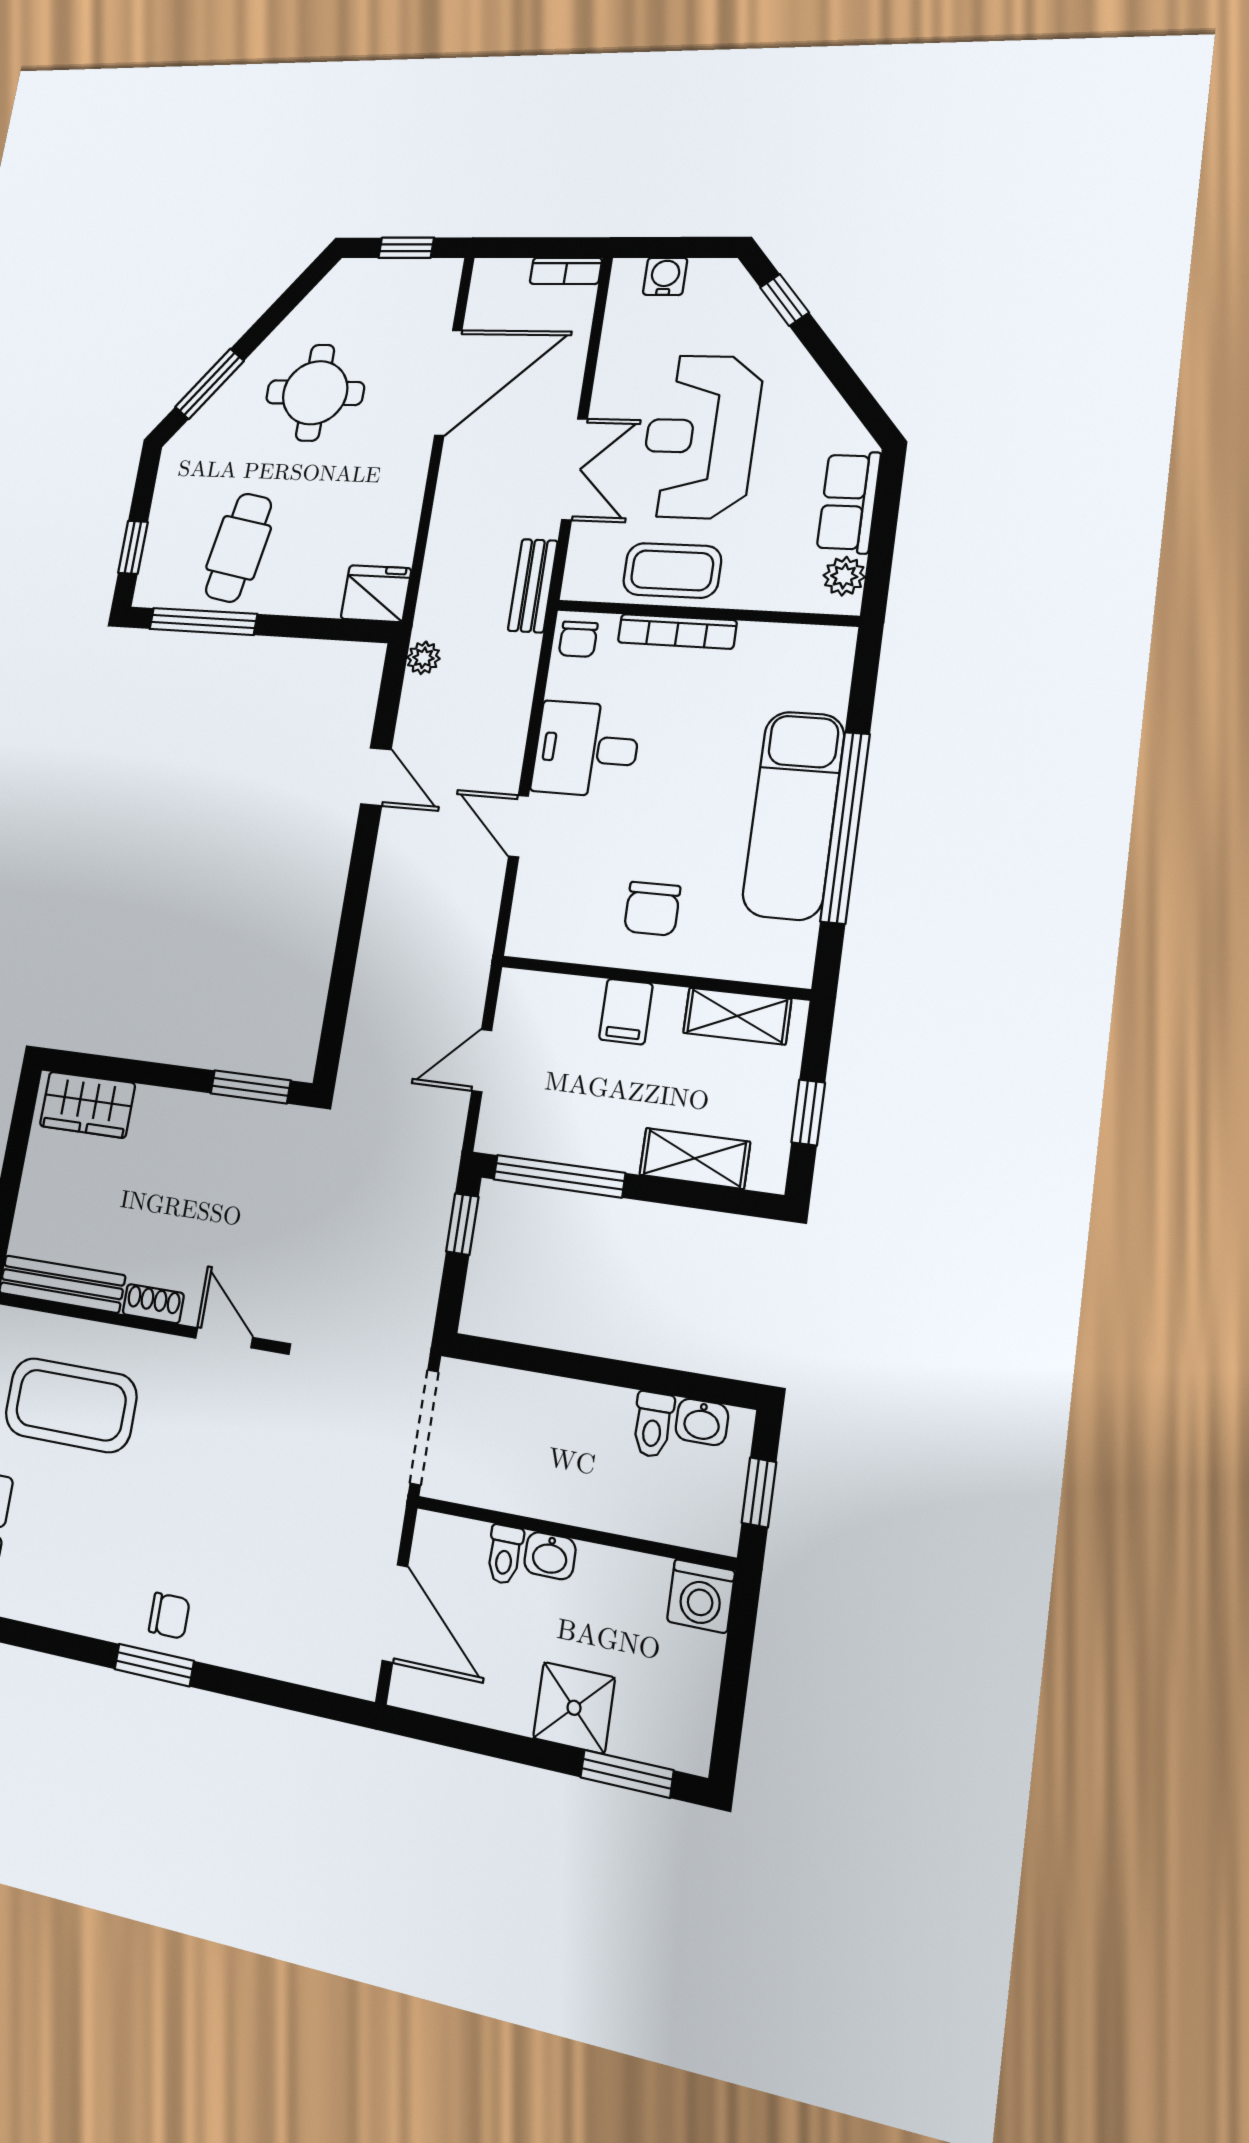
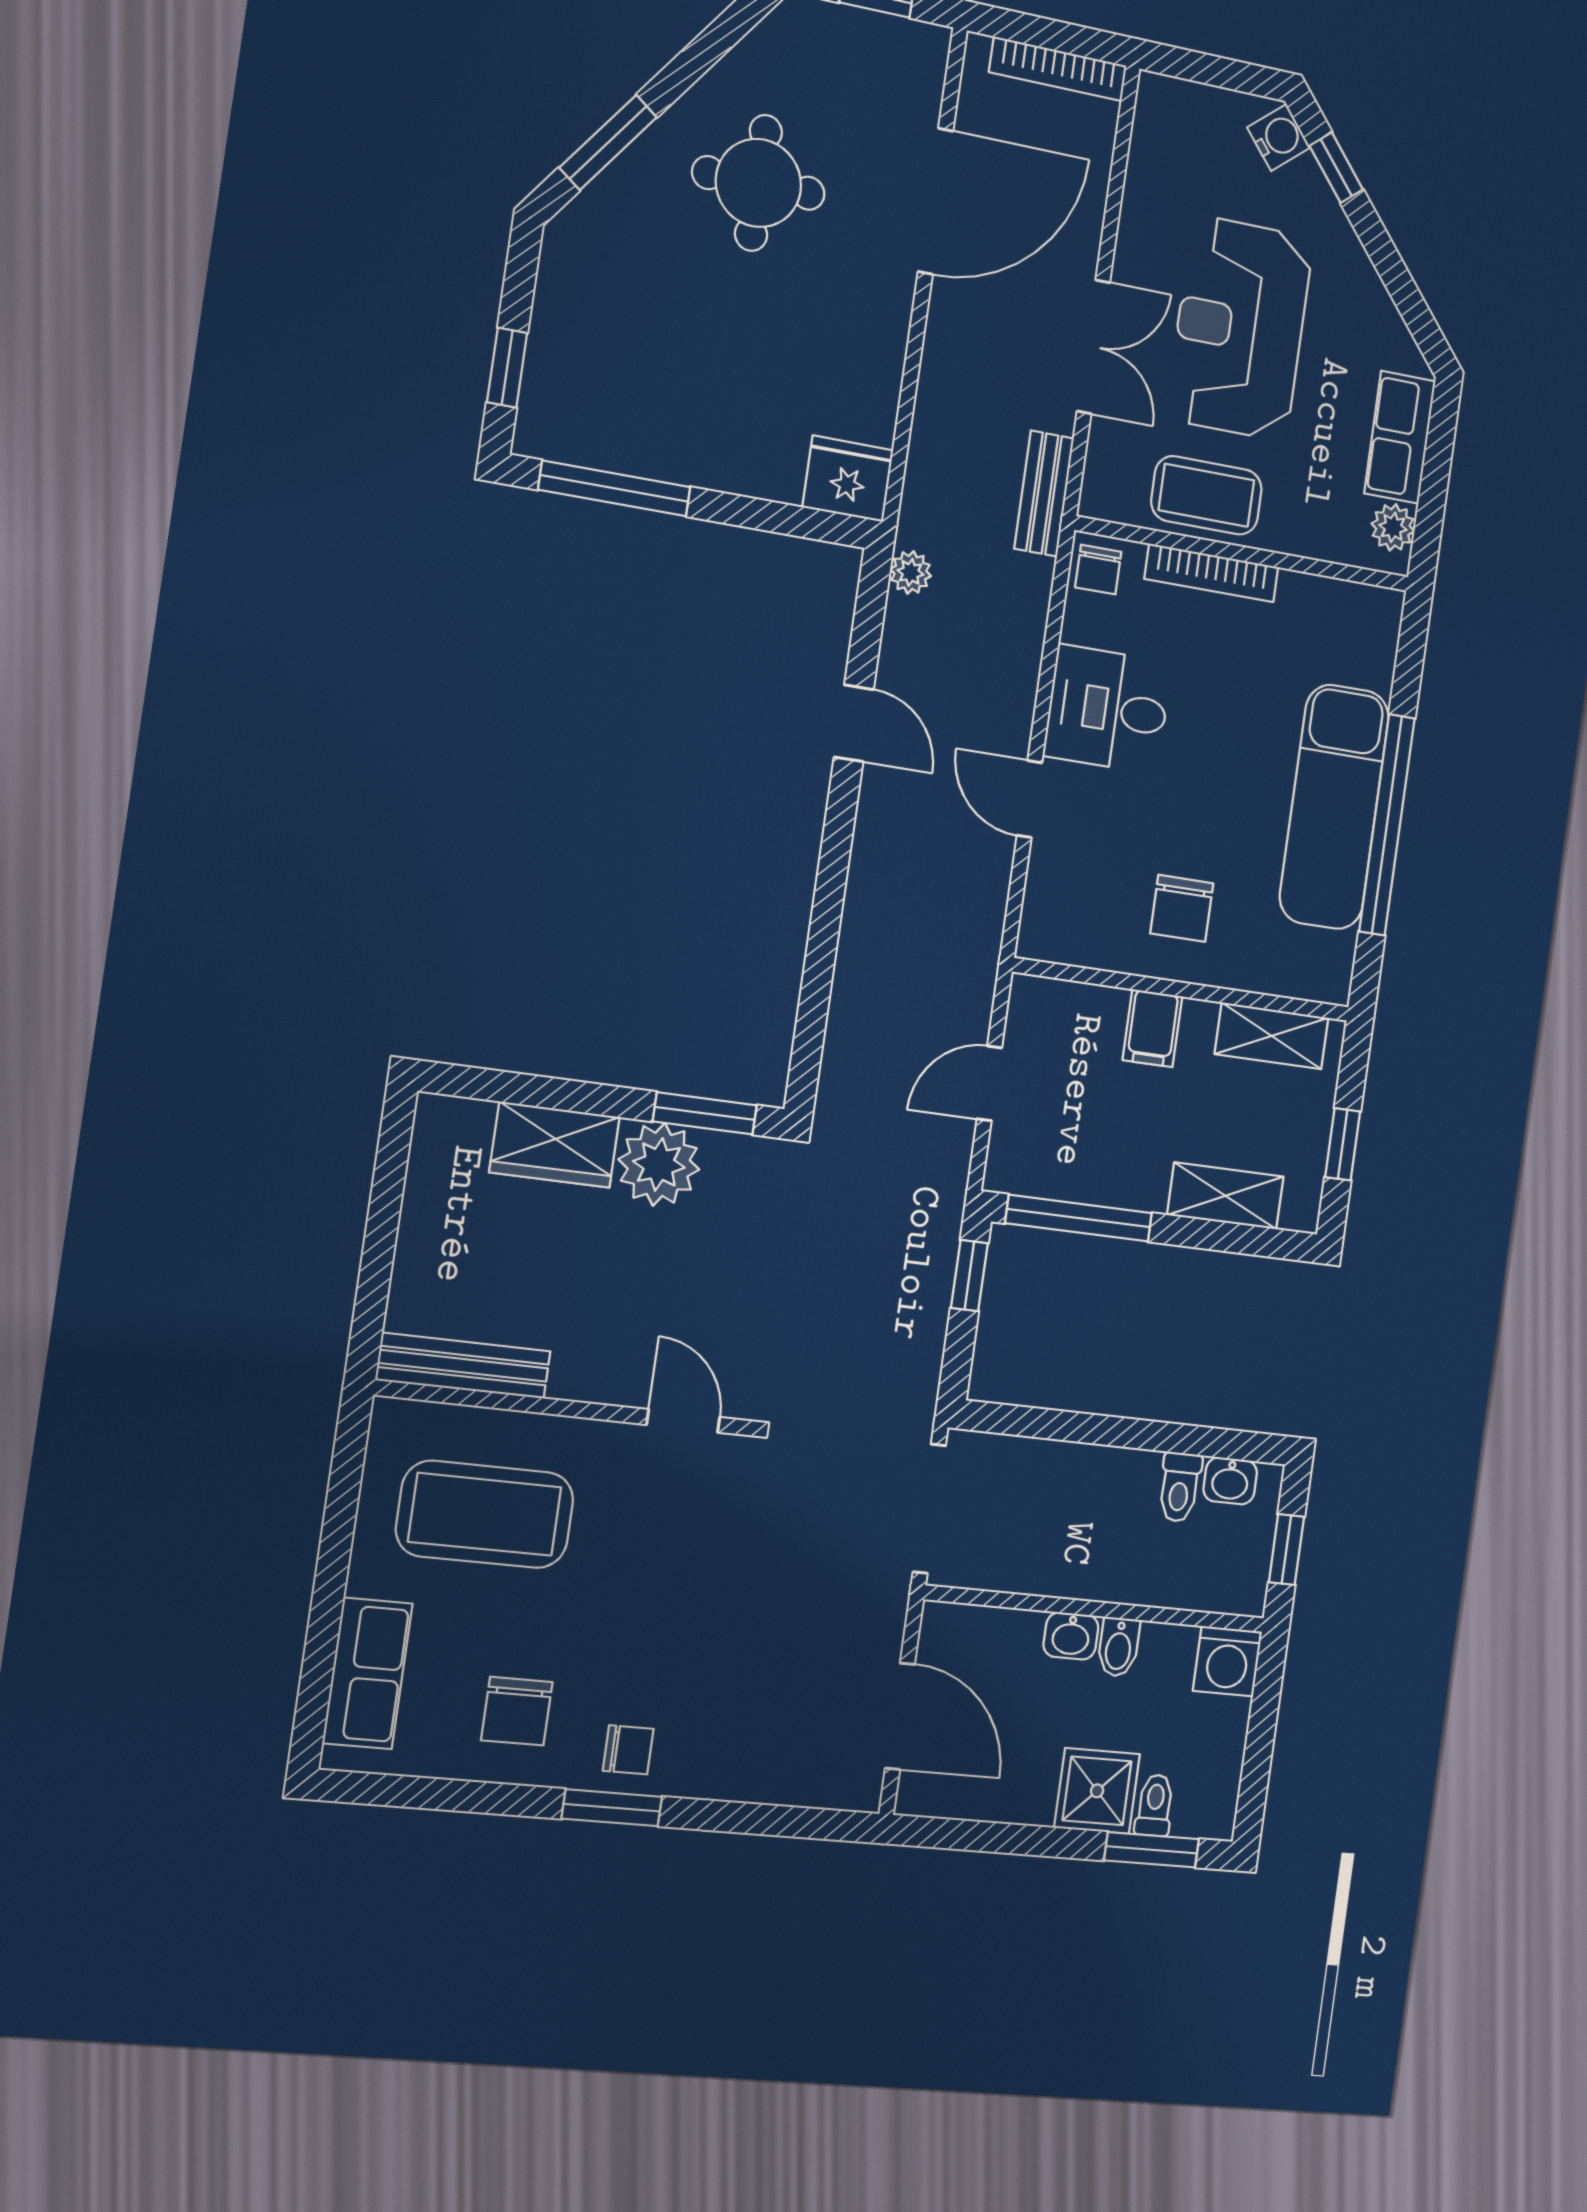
bookcase: (566, 271) -> (1058, 69), width x1.56
water cooler: (665, 276) -> (1279, 138), moved, turned 50
cafe table: (239, 548) -> (660, 390), removed
wardrobe: (87, 1105) -> (555, 1145), moved
plant: (214, 1128) -> (659, 1164), added
shoe rack: (153, 1304) -> (589, 1384), removed
toilet: (505, 1554) -> (1155, 1805), moved, turned 180
bidet: (595, 1571) -> (1119, 1647), added
chair: (86, 1572) -> (517, 1711), added

